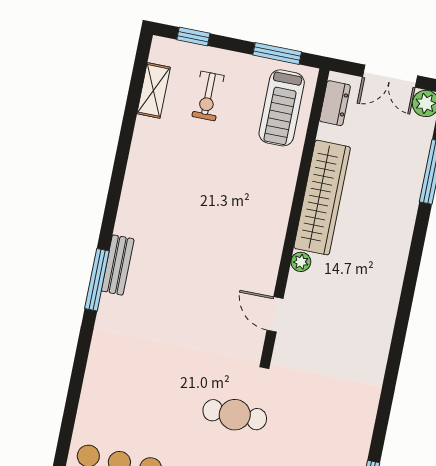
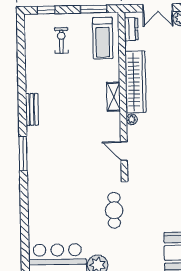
shelving: (154, 90) -> (114, 97), moved
exercise bike: (208, 96) -> (61, 41), turned 180
bench: (118, 265) -> (32, 109), moved
cafe table: (235, 415) -> (114, 210), turned 90

